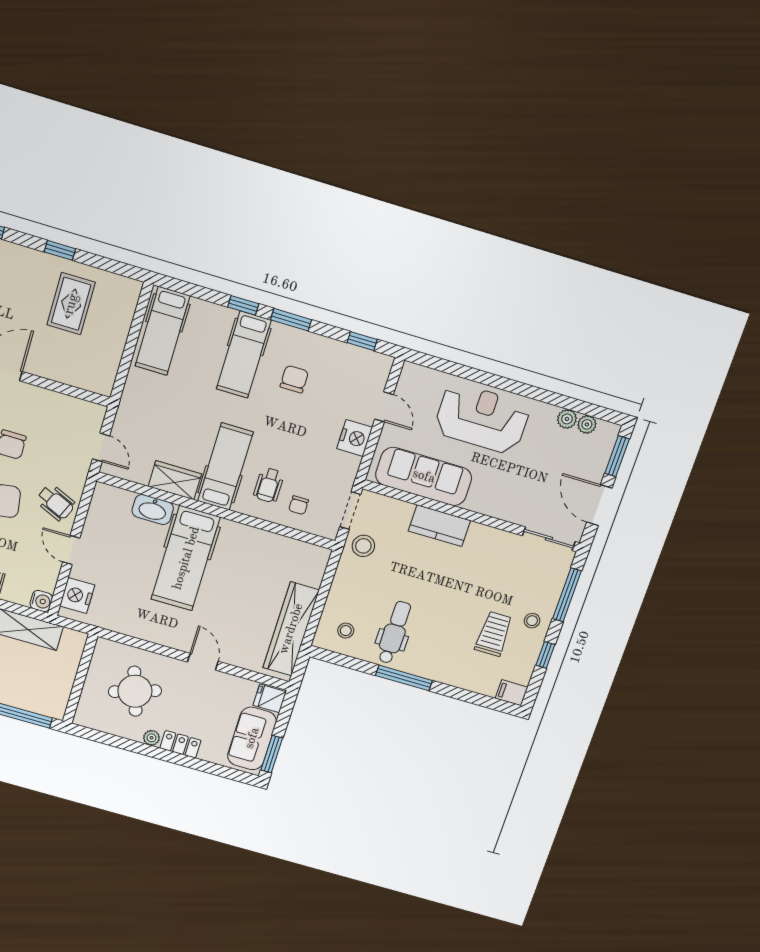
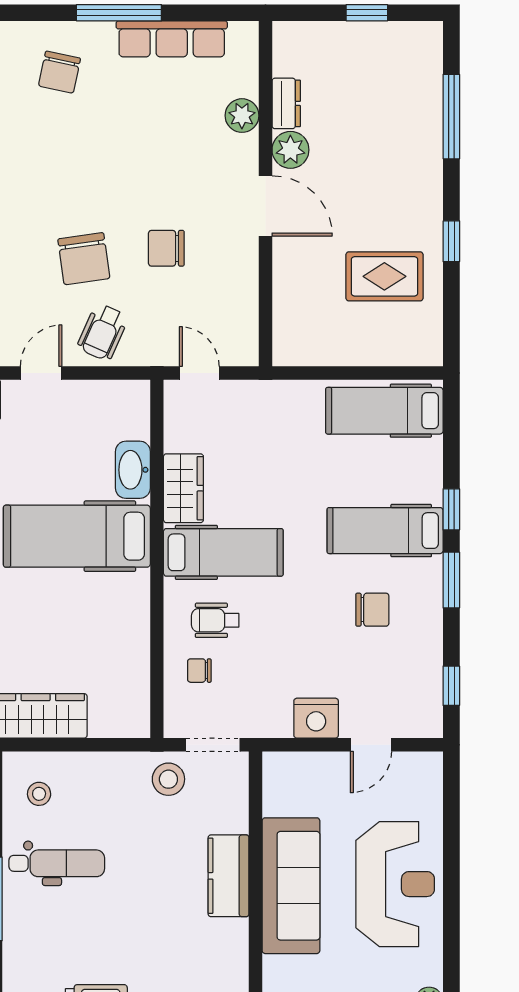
door: (101, 447) -> (199, 373), swing flipped
sofa: (424, 476) -> (291, 886), moved

